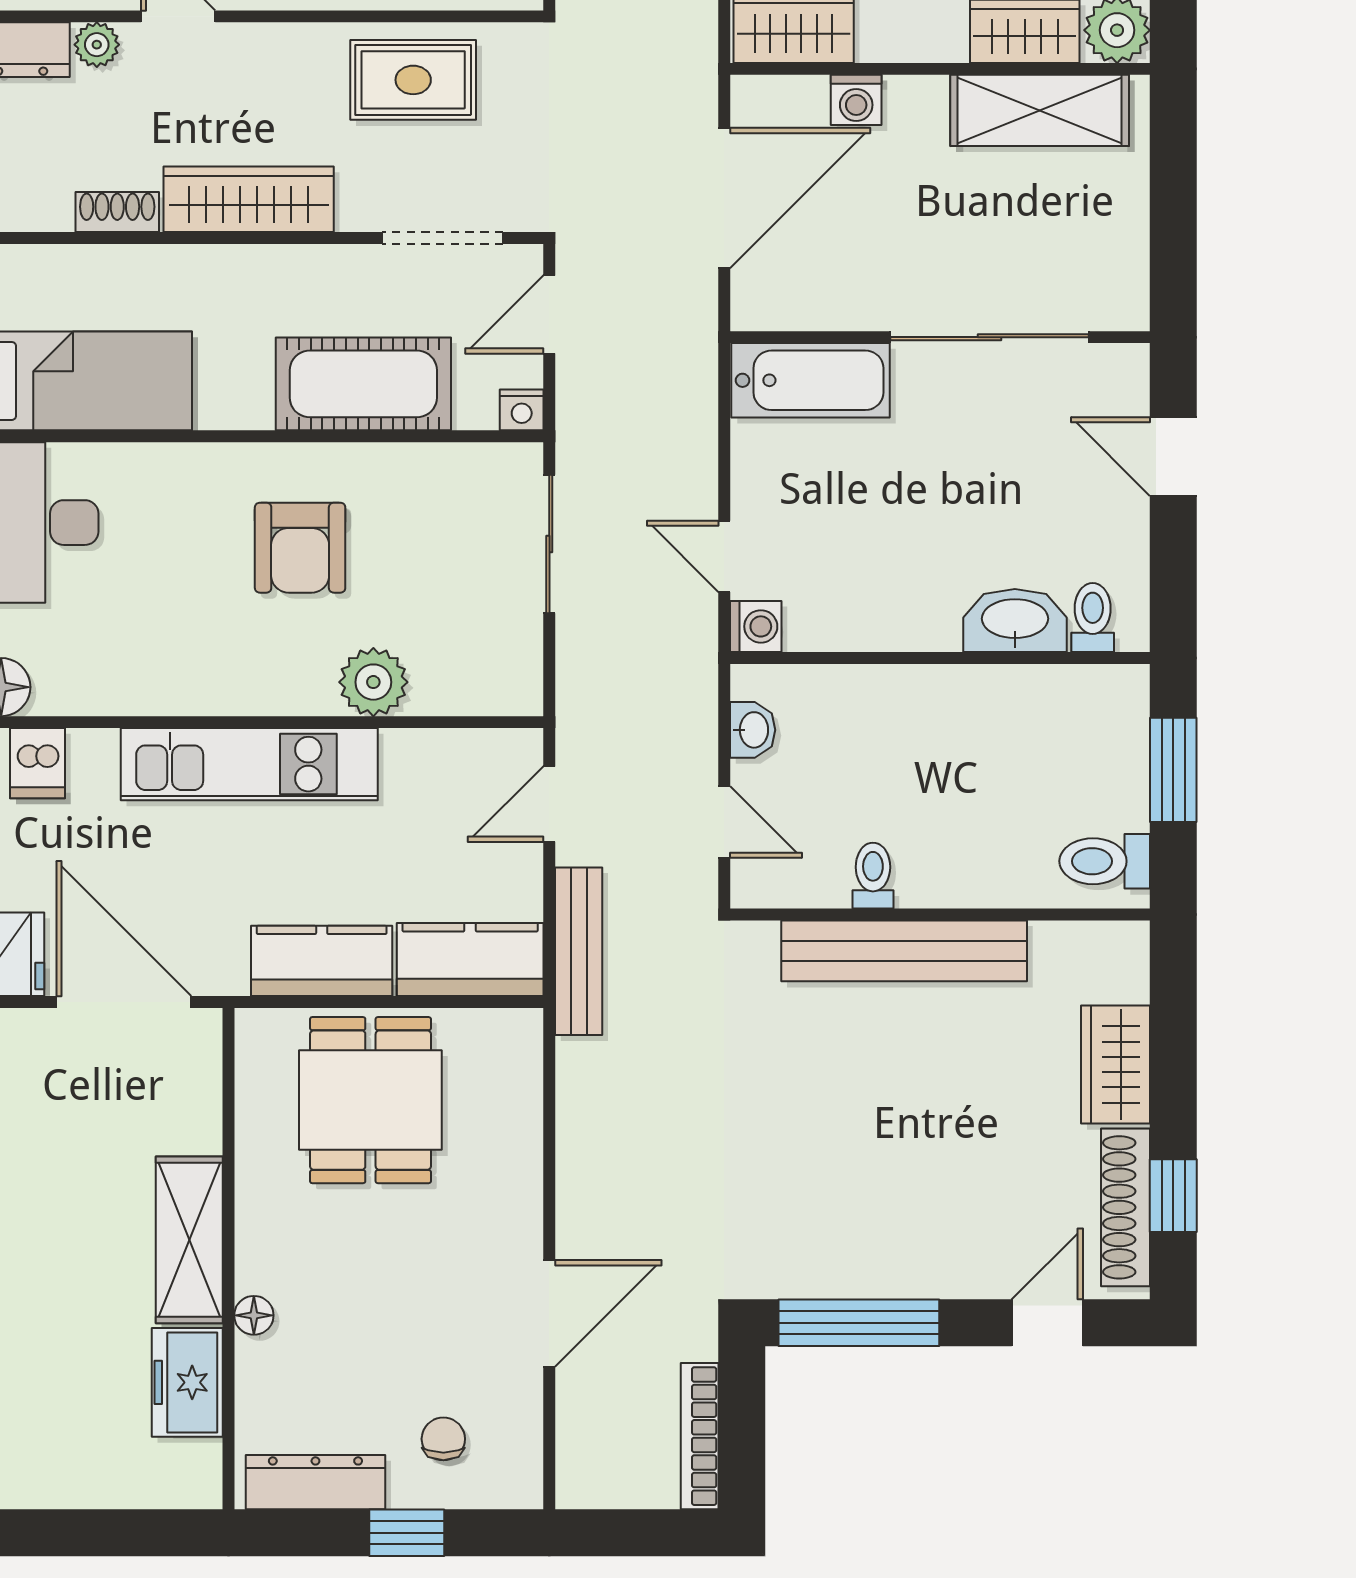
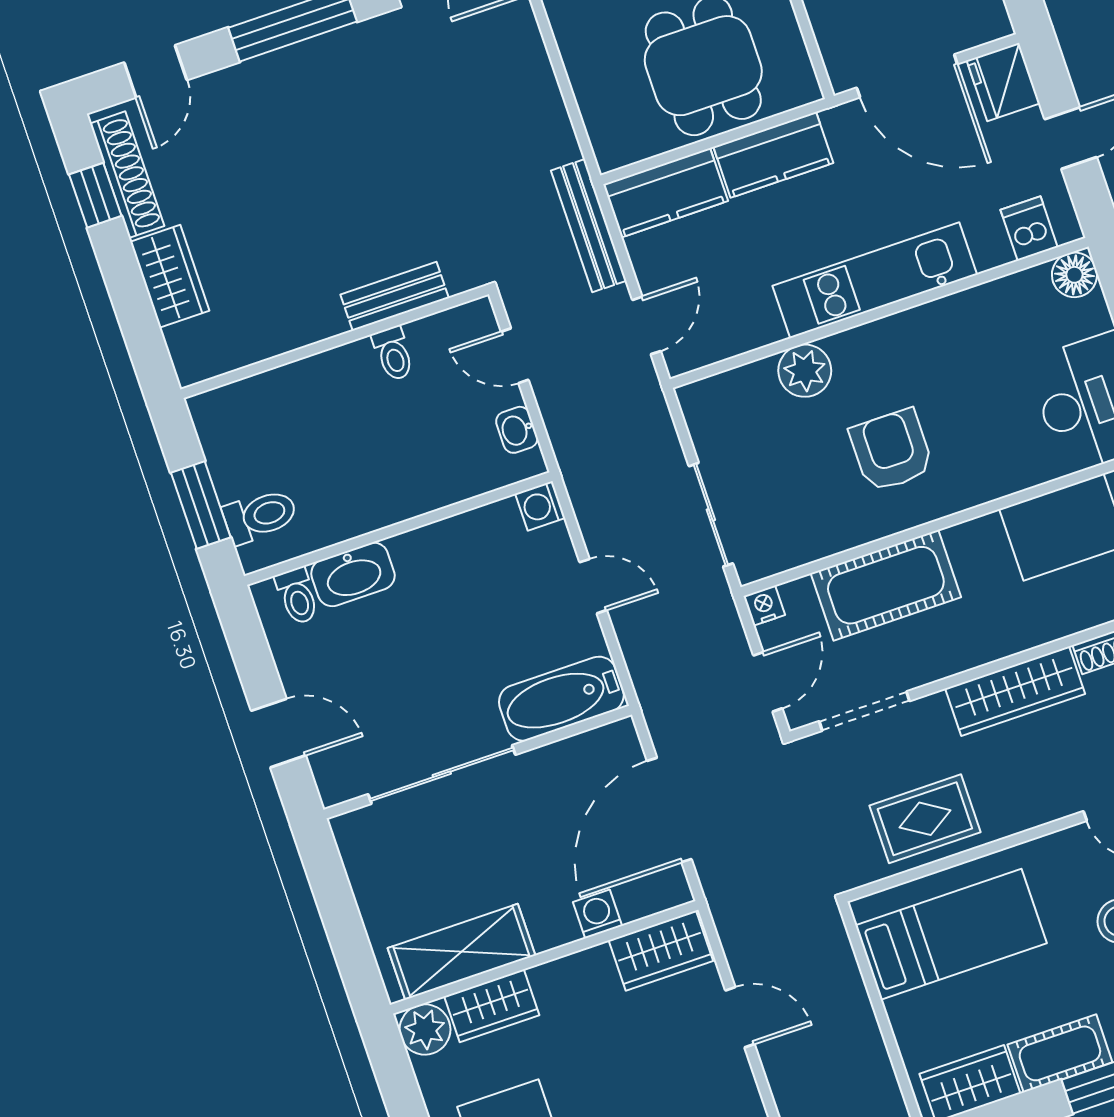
door: (724, 556) -> (593, 586), moved
toilet: (1105, 861) -> (260, 516), moved
bench: (904, 951) -> (395, 296), width x0.54, depth x0.82

